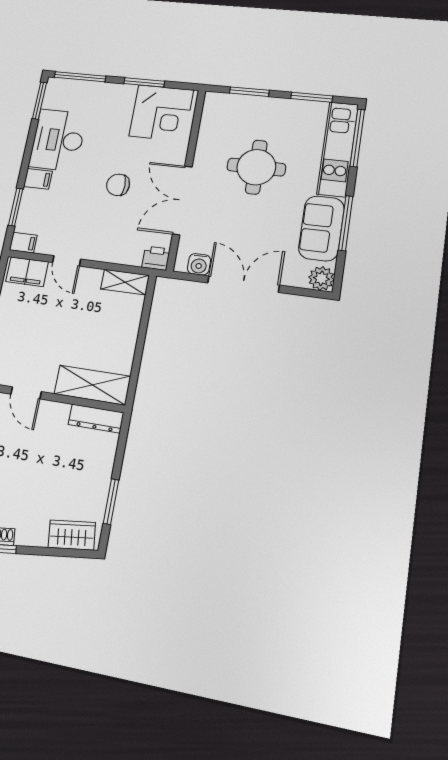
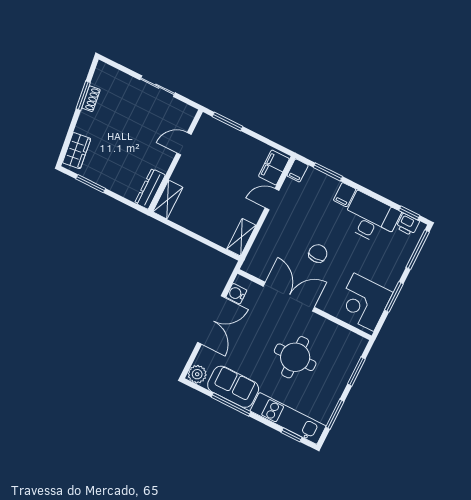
window: (40, 101) -> (409, 213), width x0.67
window: (357, 138) -> (291, 435), width x0.46
printer: (156, 258) -> (408, 224), moved, turned 90
shelving: (92, 385) -> (168, 200), width x0.67, depth x0.75

